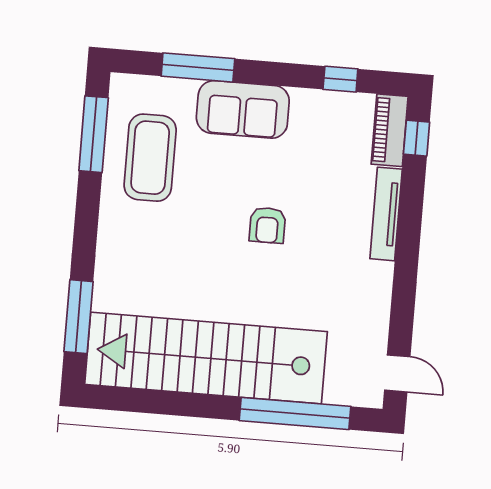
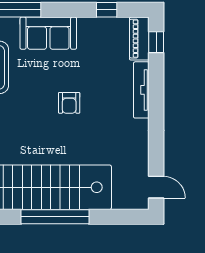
window: (295, 414) -> (55, 217), moved

